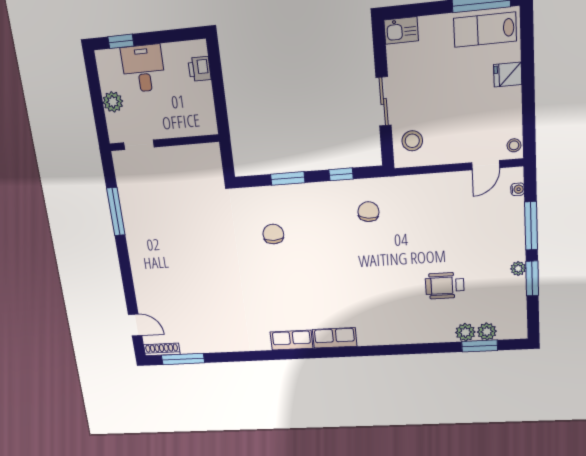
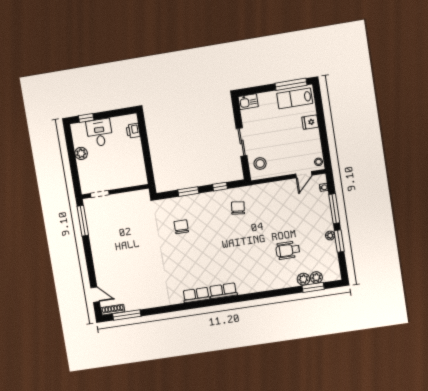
wall: (164, 143) -> (115, 191), moved
doorway: (139, 145) -> (100, 194), moved

